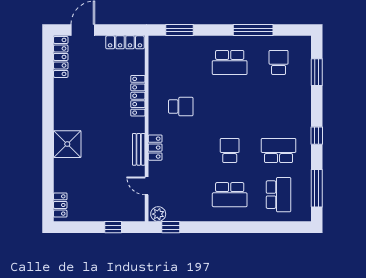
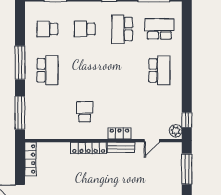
window: (179, 30) -> (20, 113), width x1.44
window: (253, 30) -> (20, 63), moved
locker: (138, 96) -> (89, 148), moved
school desk: (230, 151) -> (85, 29), moved
window: (113, 227) -> (187, 169), width x2.17

